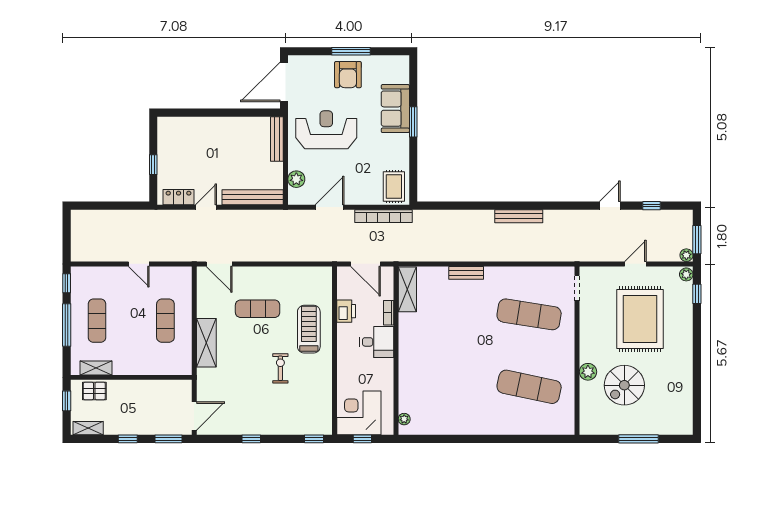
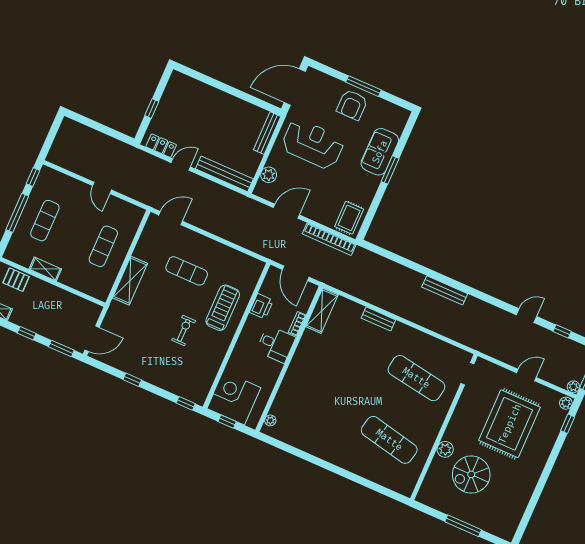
door: (219, 264) -> (171, 218), swing flipped
shelving: (96, 368) -> (45, 269), moved

